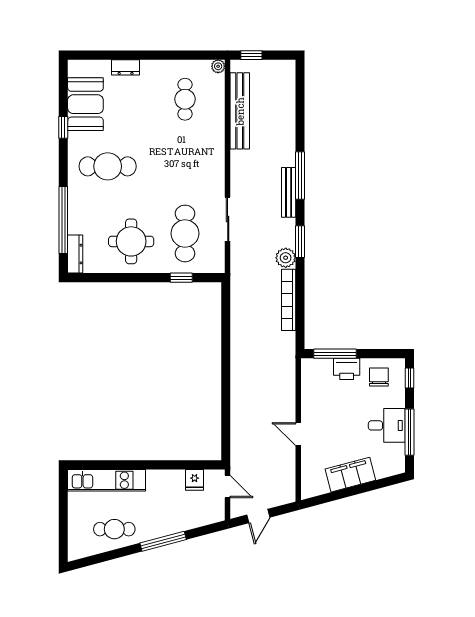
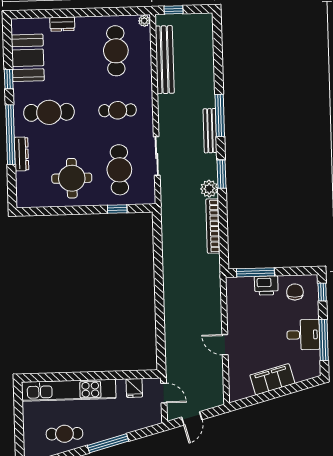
cafe table: (185, 99) -> (116, 51), width x1.37, depth x1.35
cafe table: (185, 166) -> (118, 110), added
window: (63, 220) -> (10, 135), moved
dresser: (75, 254) -> (21, 154), moved
kitchen unit: (106, 480) -> (69, 390), width x1.36

